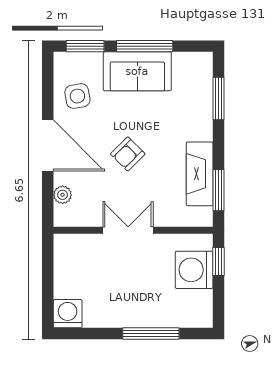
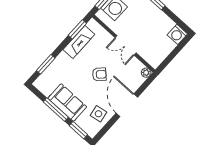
plant: (63, 195) -> (146, 73), moved

